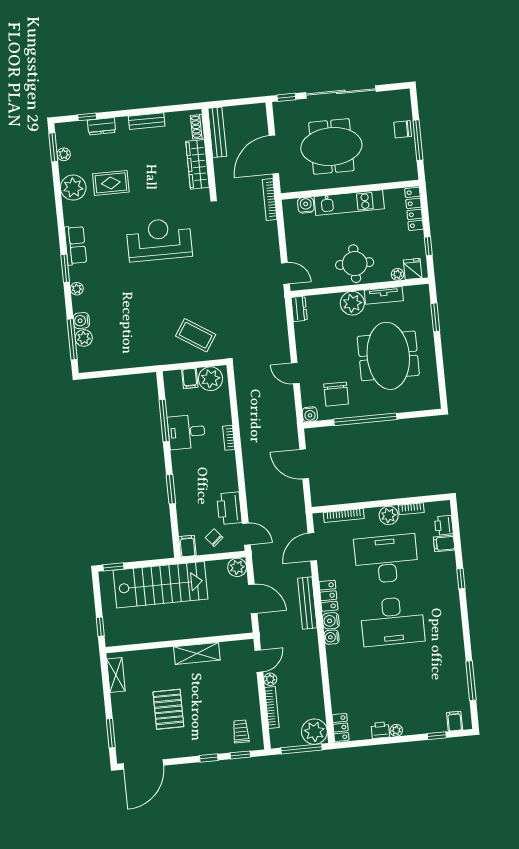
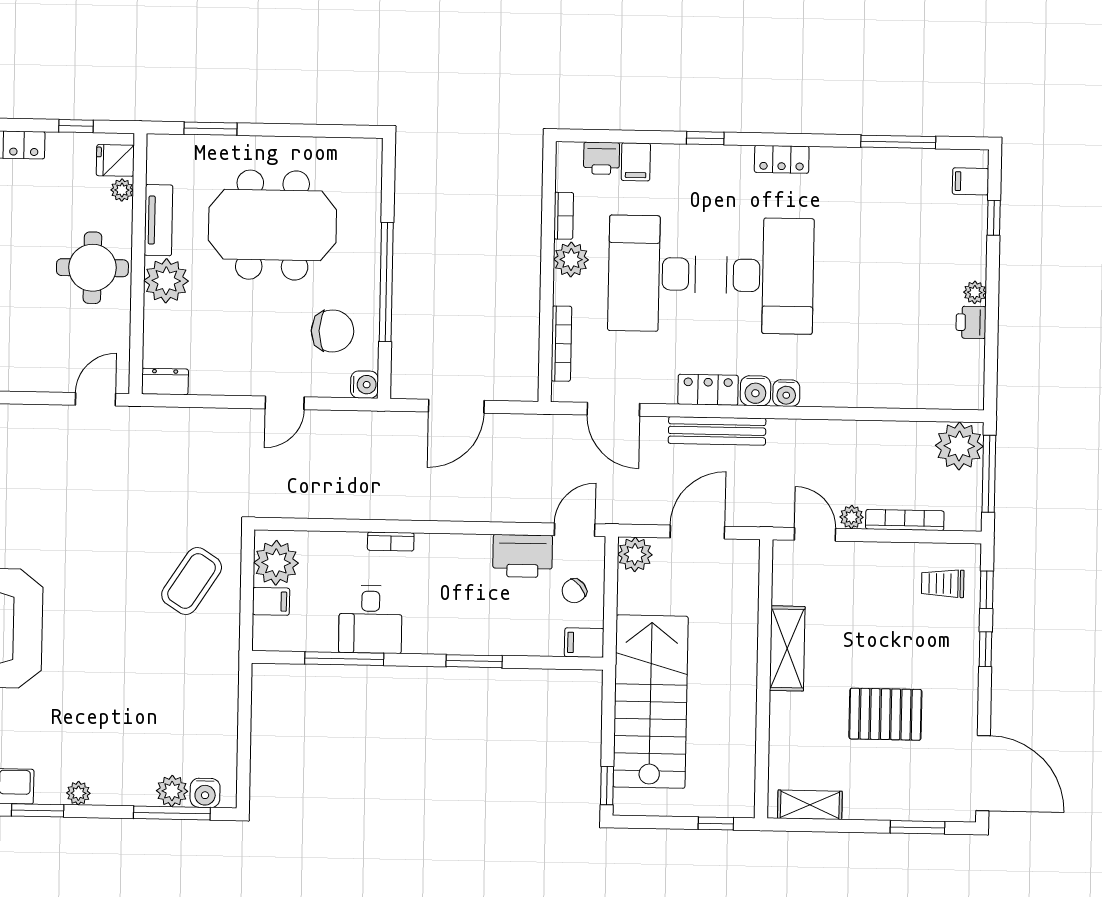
water cooler: (81, 321) -> (205, 793), moved
locker: (341, 727) -> (782, 159), moved, turned 180

